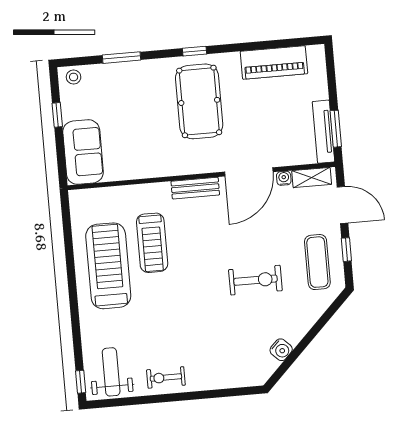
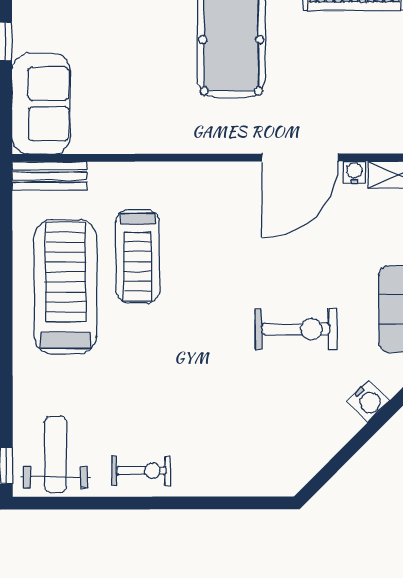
bench: (195, 188) -> (49, 176), moved
water cooler: (281, 350) -> (368, 401), moved
exercise bike: (166, 377) -> (141, 471), turned 180

